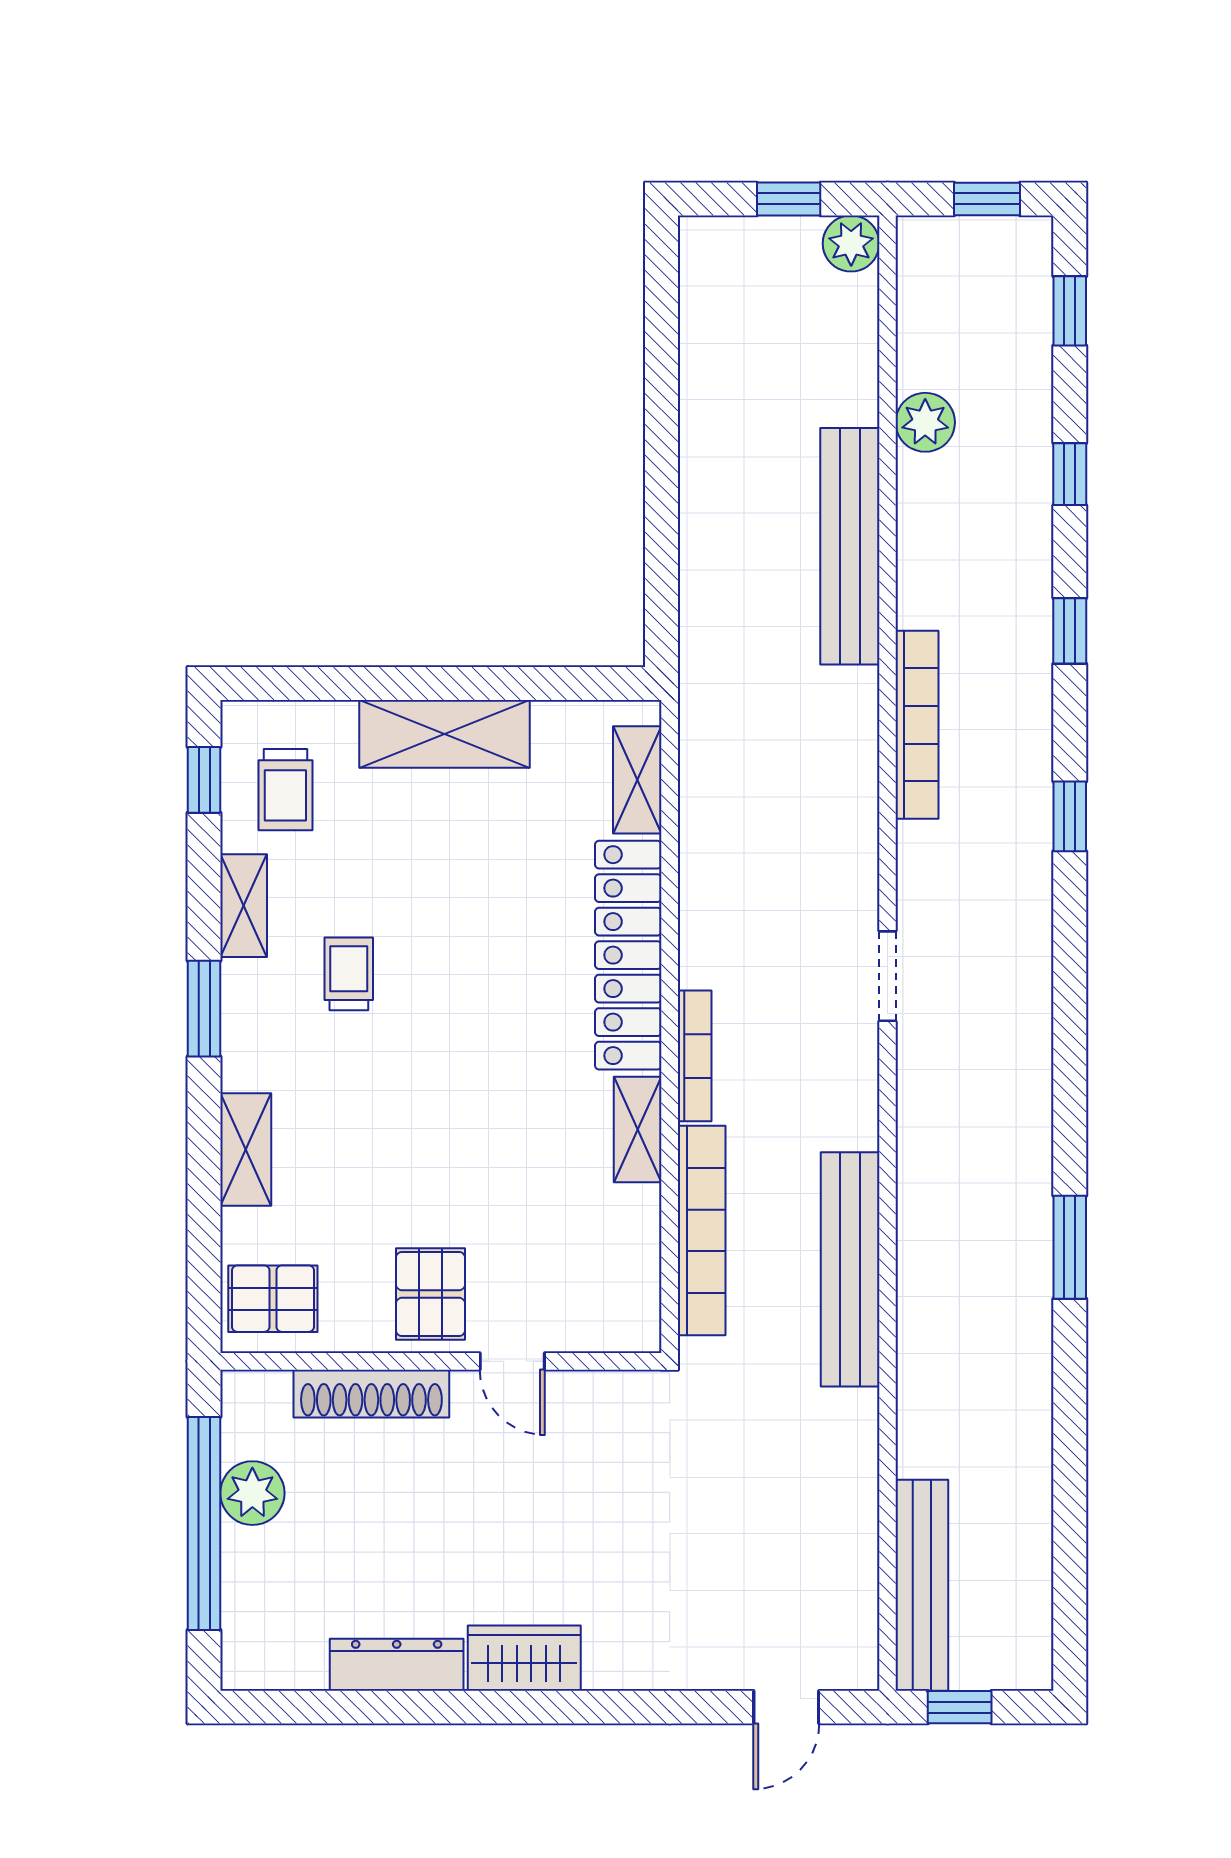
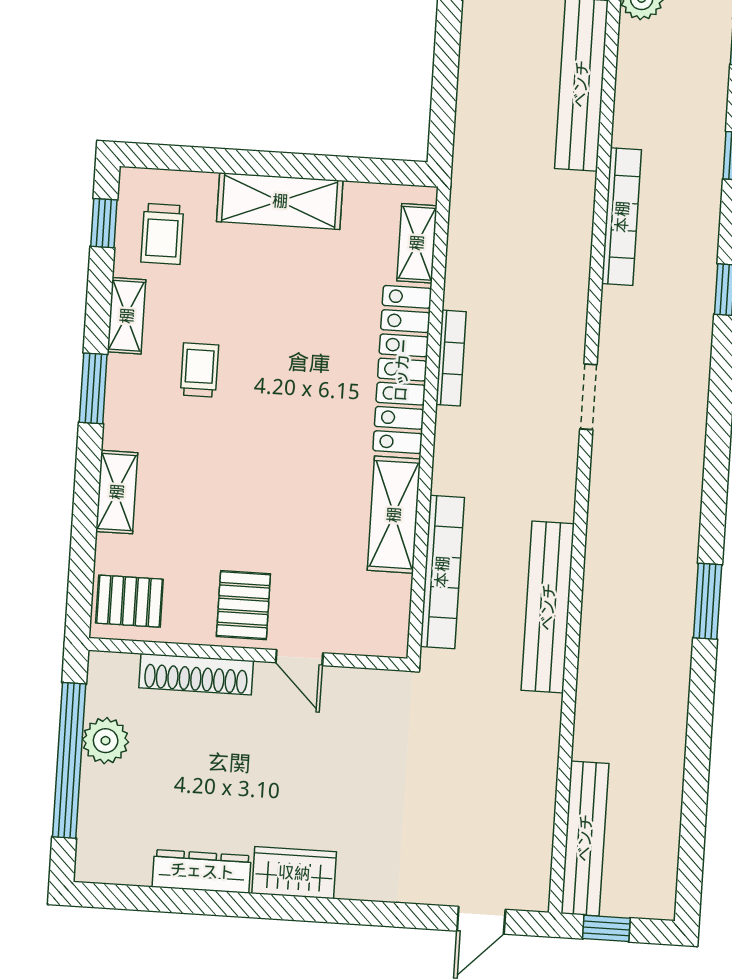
bookcase: (695, 1056) -> (451, 358), moved
shelving: (638, 1130) -> (394, 515), width x1.50, depth x1.33

